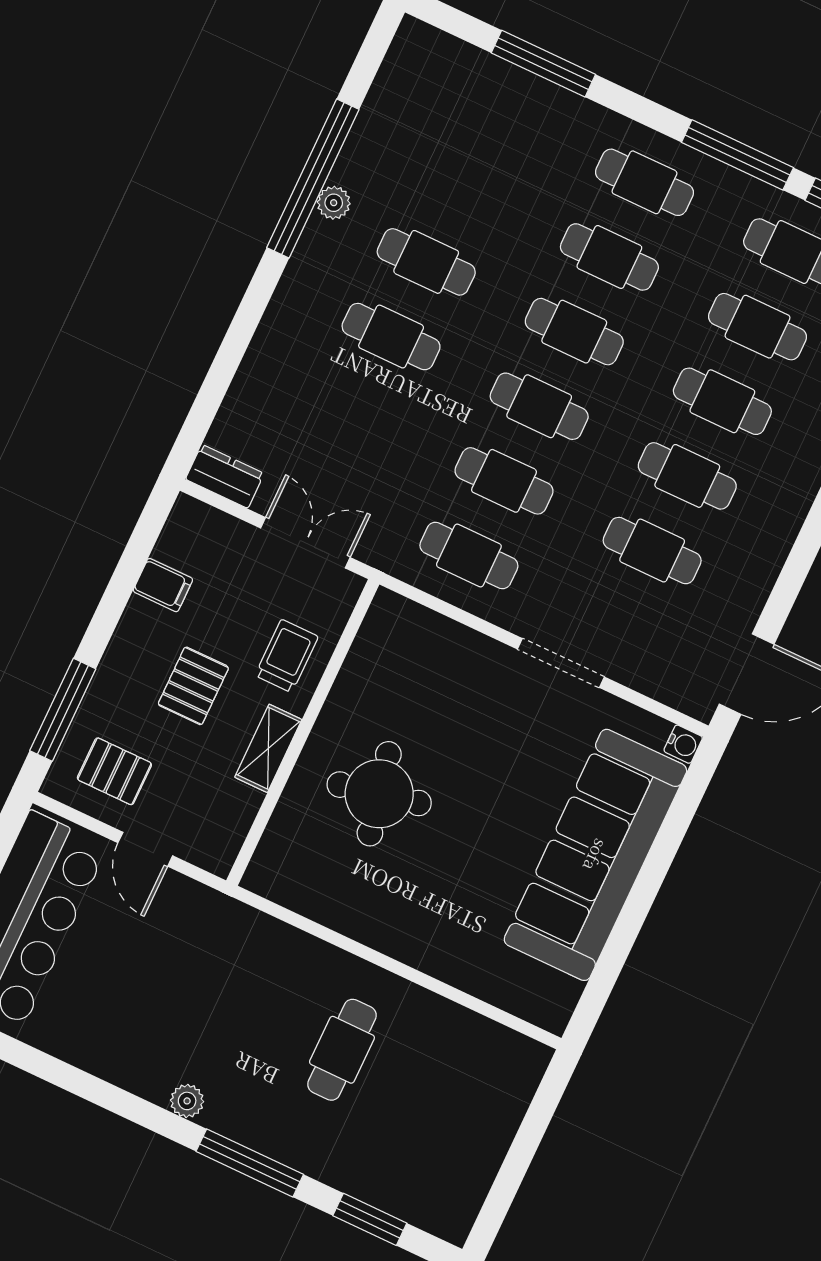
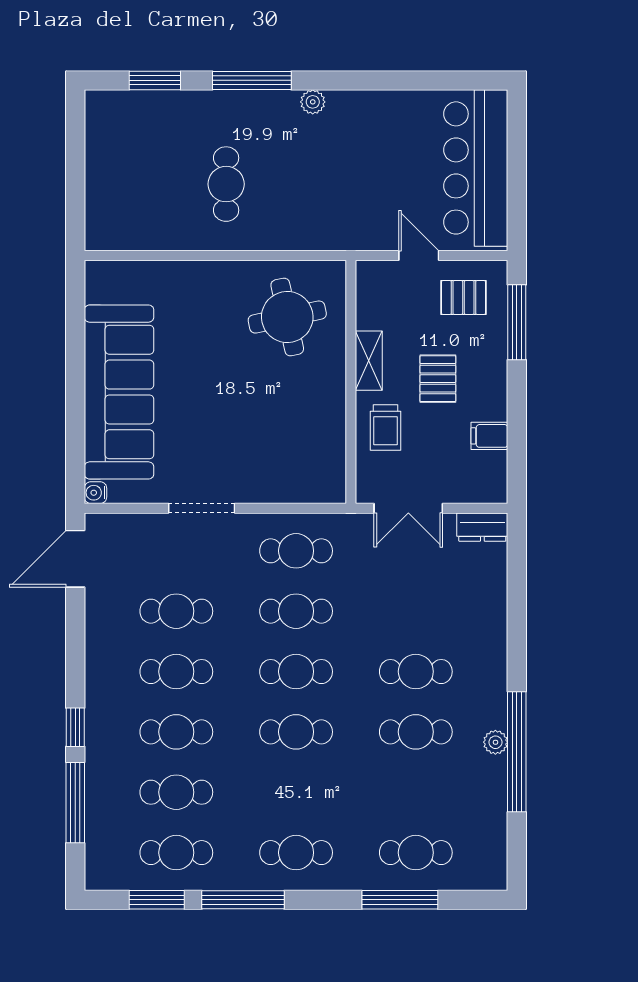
cafe table: (609, 257) -> (416, 853), moved
round table: (379, 794) -> (287, 317), moved

